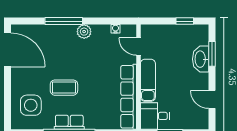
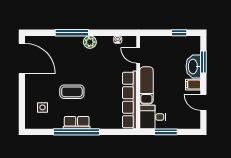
filing cabinet: (200, 79) -> (193, 85), added
side table: (31, 105) -> (42, 107), width x0.54, depth x0.54

